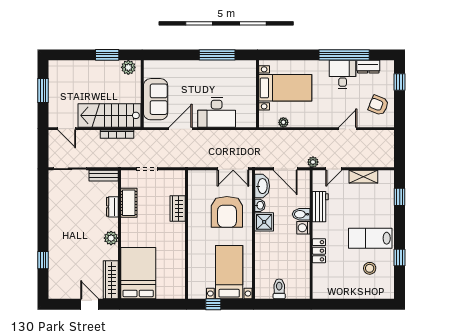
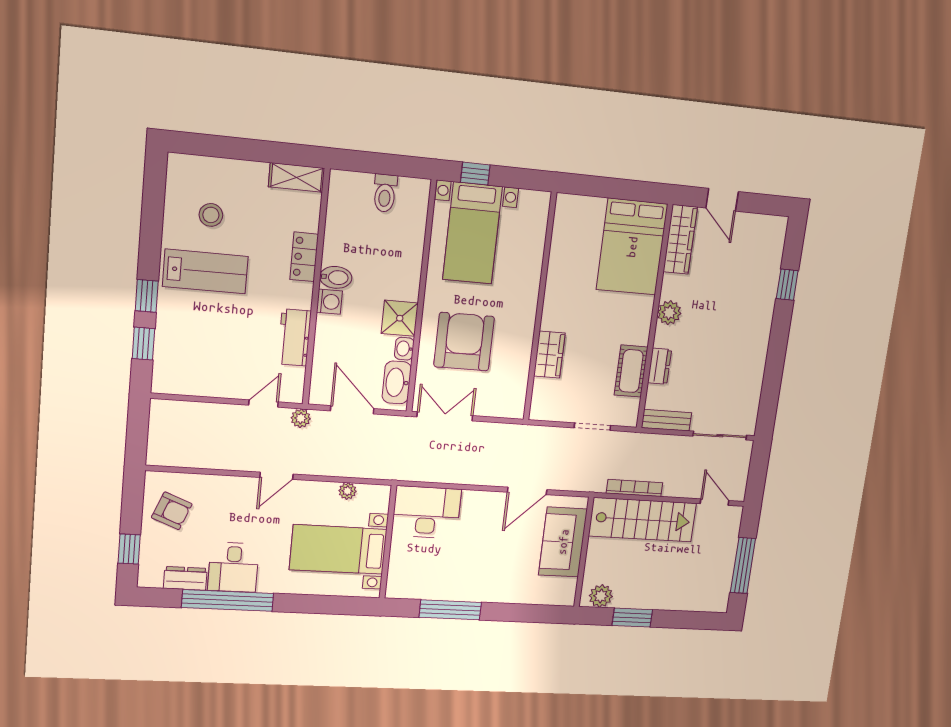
window: (43, 91) -> (743, 566), width x1.44
desk: (217, 113) -> (426, 512), moved
door: (348, 129) -> (276, 476), moved
shelving: (363, 177) -> (297, 177), moved
bidet: (301, 214) -> (336, 277), moved
window: (400, 257) -> (147, 296), moved
window: (213, 304) -> (475, 174), moved

